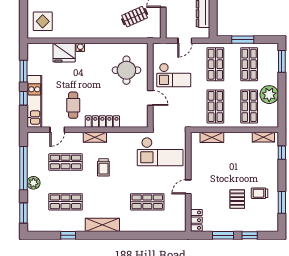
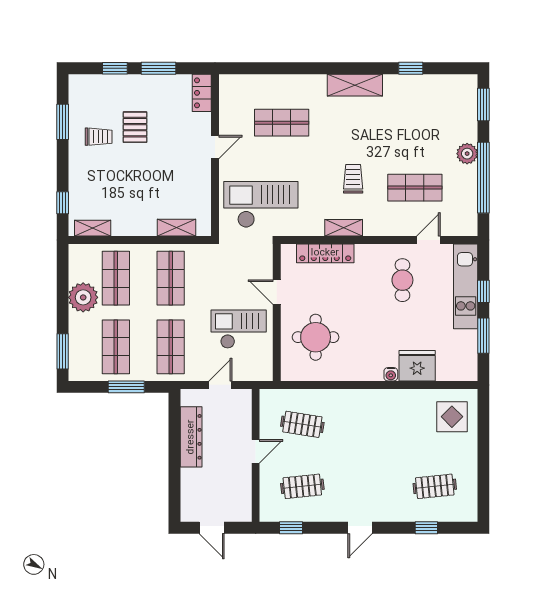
clothes rail: (135, 17) -> (302, 424), turned 33
locker: (102, 122) -> (325, 253), moved
shelving: (95, 137) -> (344, 228), moved
shop shelf: (66, 202) -> (415, 123), removed

